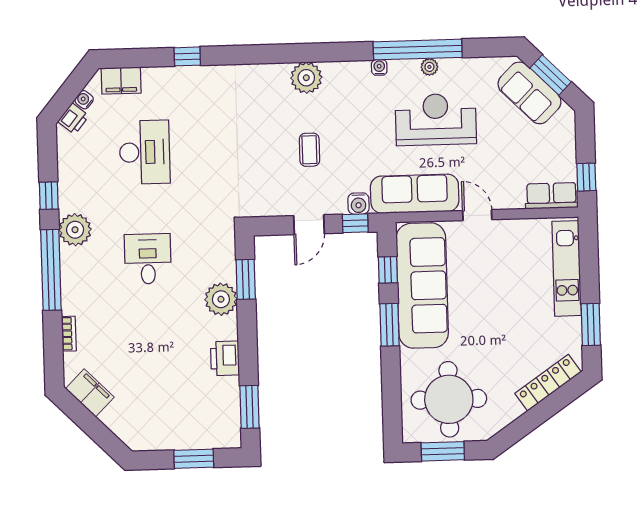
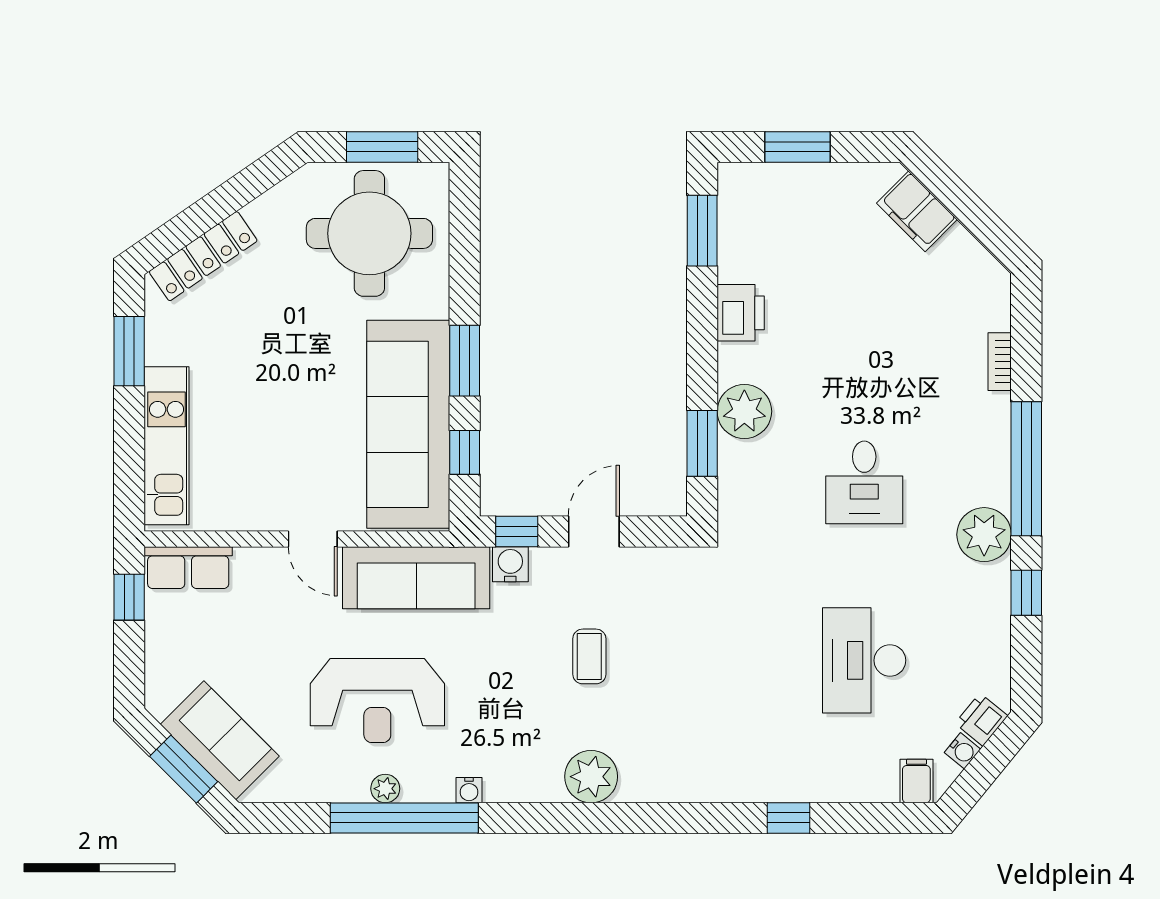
filing cabinet: (121, 81) -> (916, 781), width x0.50
filing cabinet: (90, 393) -> (917, 211), moved

